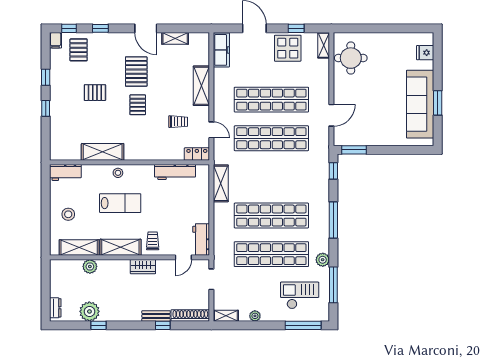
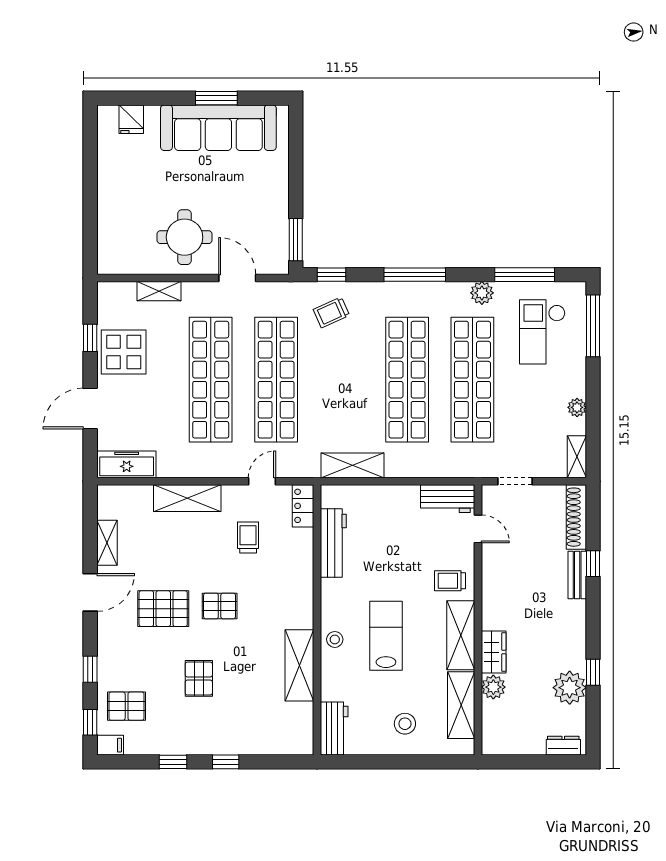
shelving: (324, 45) -> (159, 291), moved
round table: (351, 58) -> (185, 237), moved
trolley: (311, 171) -> (331, 312), added
wardrobe: (143, 267) -> (494, 652), moved

